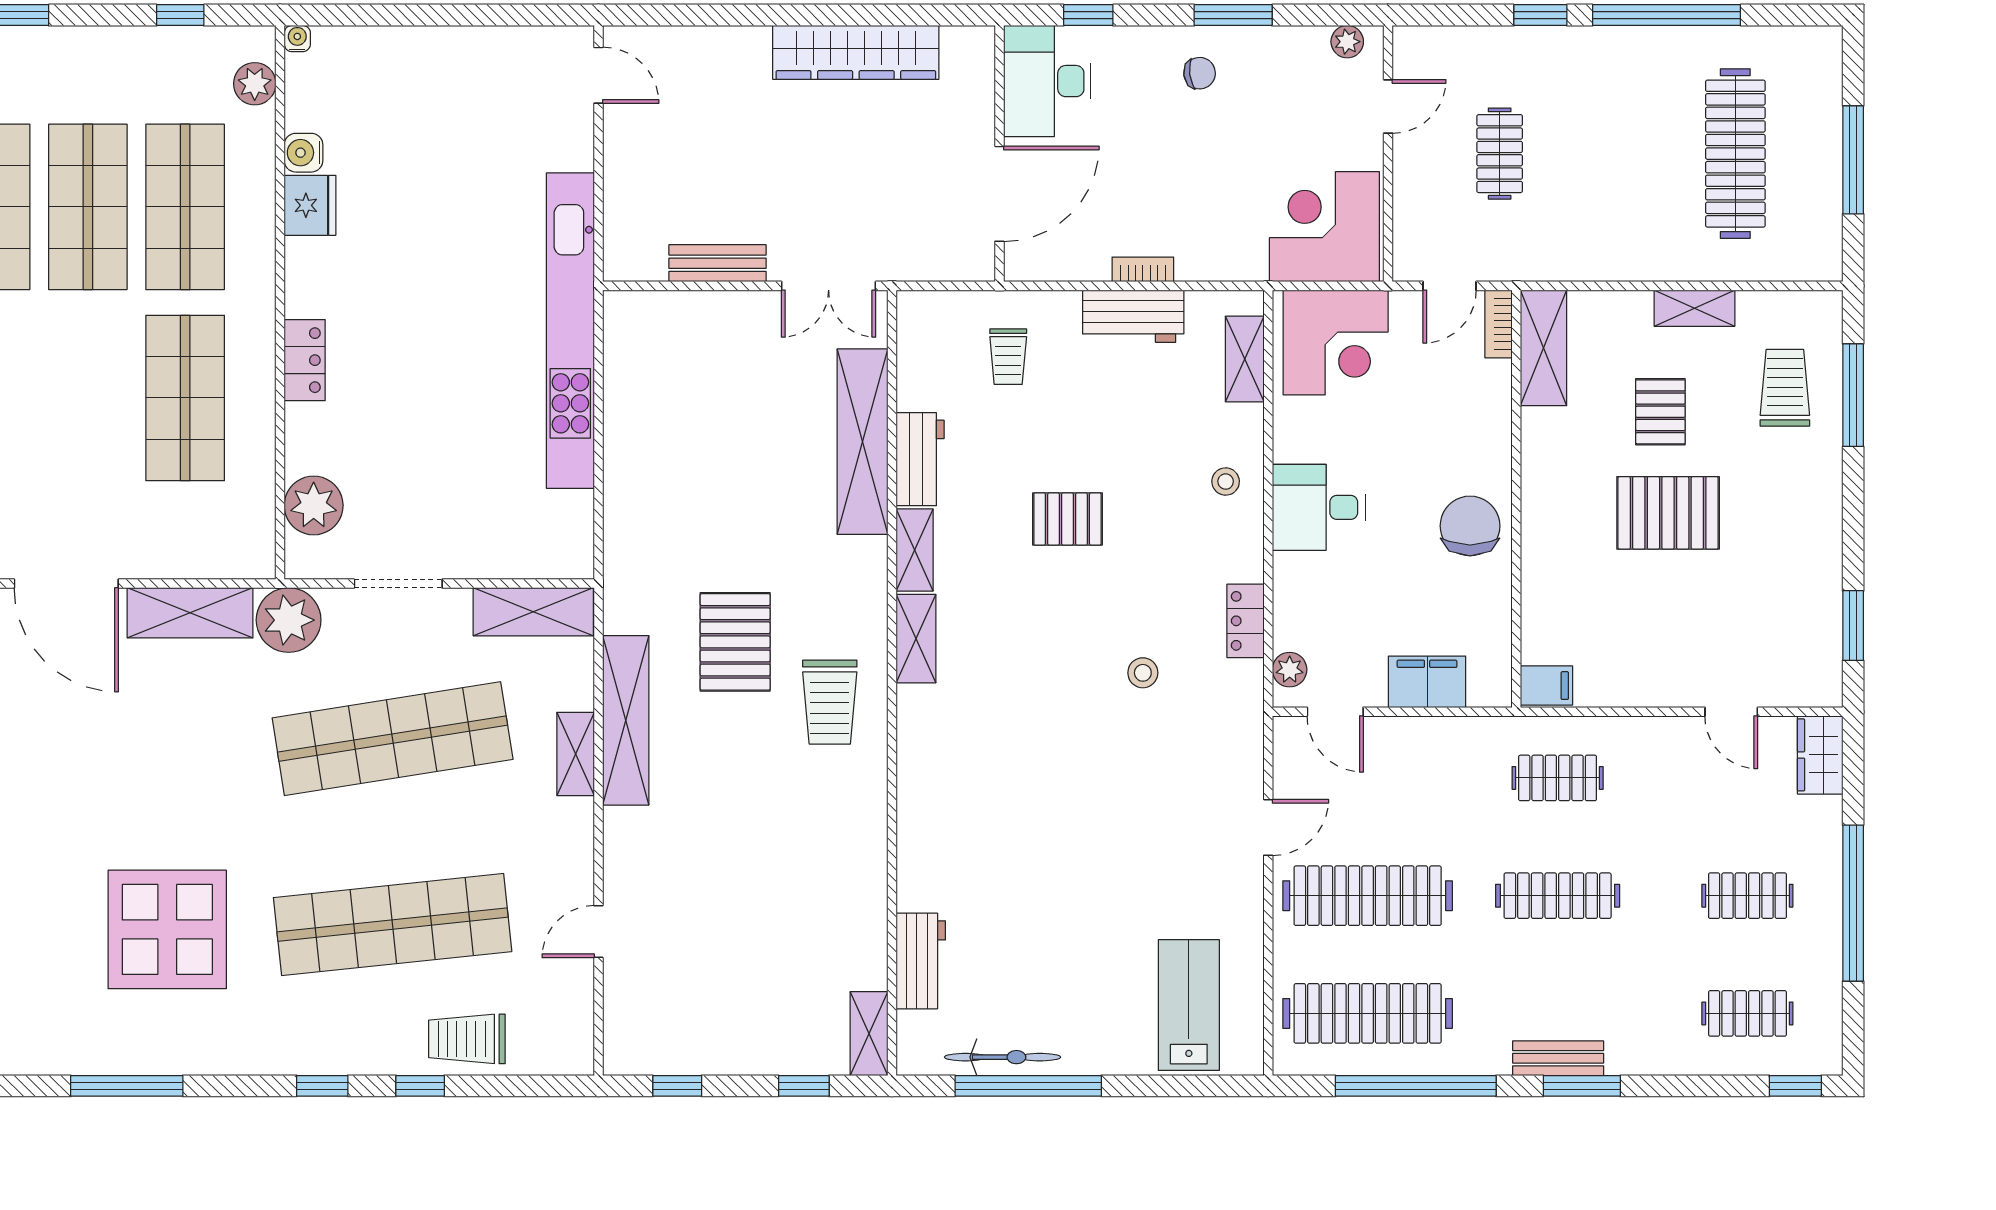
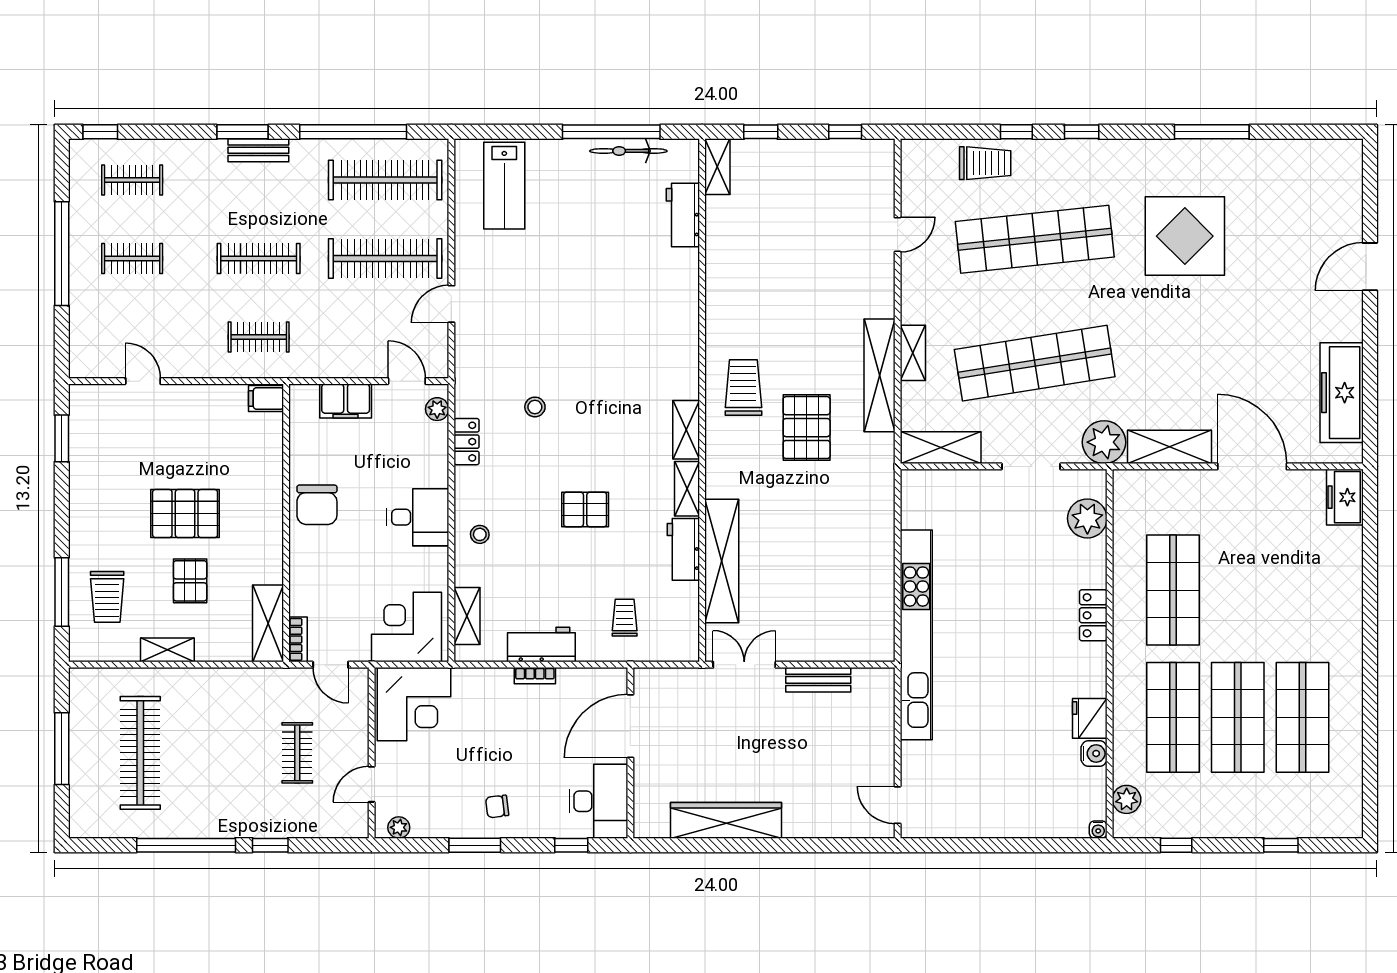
door: (1450, 286) -> (331, 665), swing flipped
wardrobe: (1820, 755) -> (84, 352), removed

